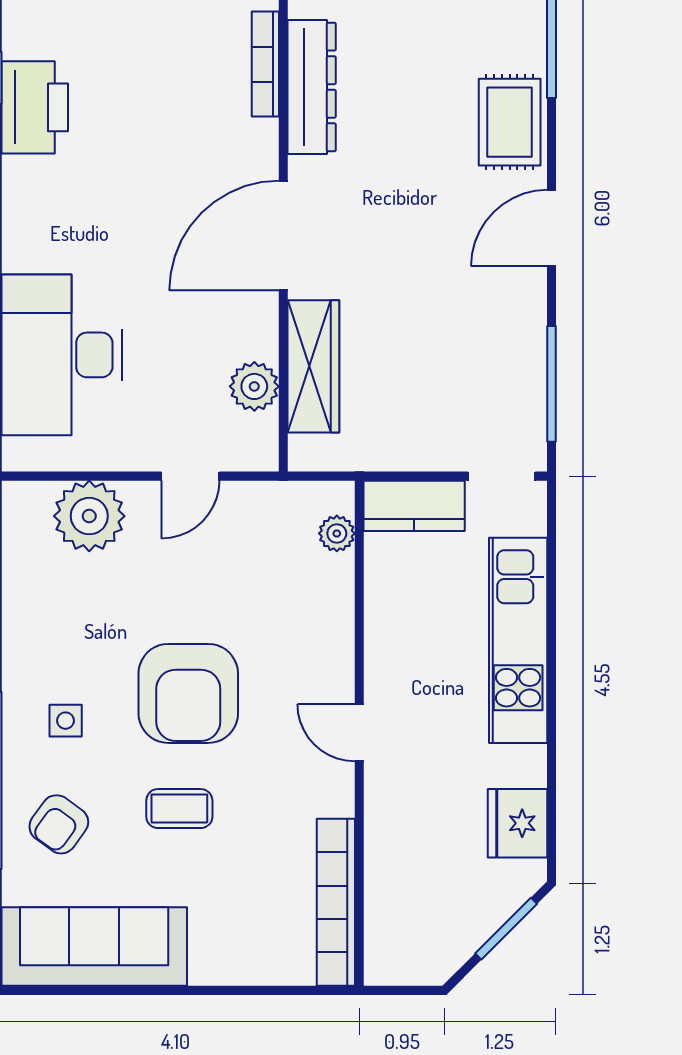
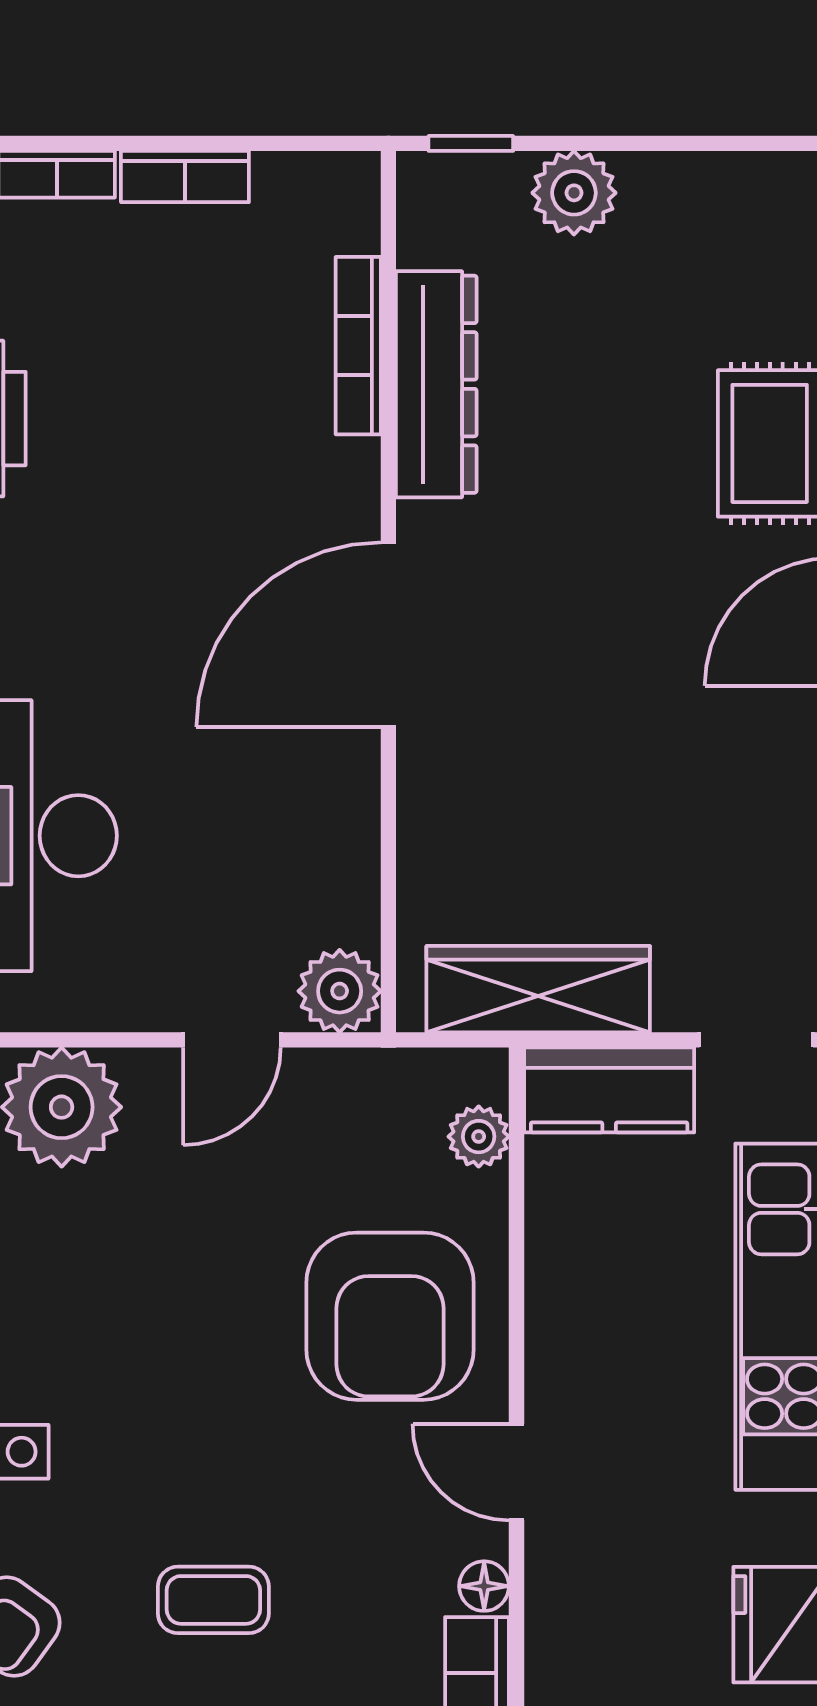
wardrobe: (313, 366) -> (538, 989), moved, turned -90
plant: (254, 386) -> (340, 991), moved
armchair: (188, 693) -> (390, 1316), moved
floor lamp: (340, 800) -> (484, 1586), added

